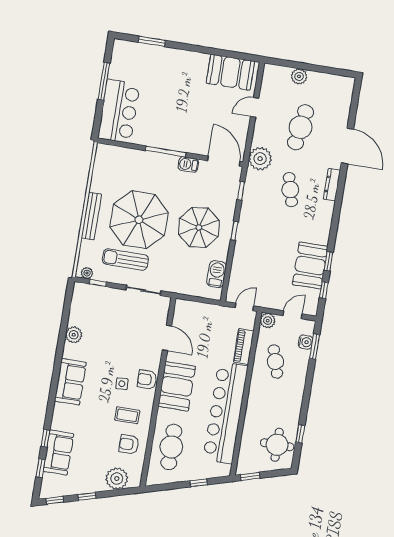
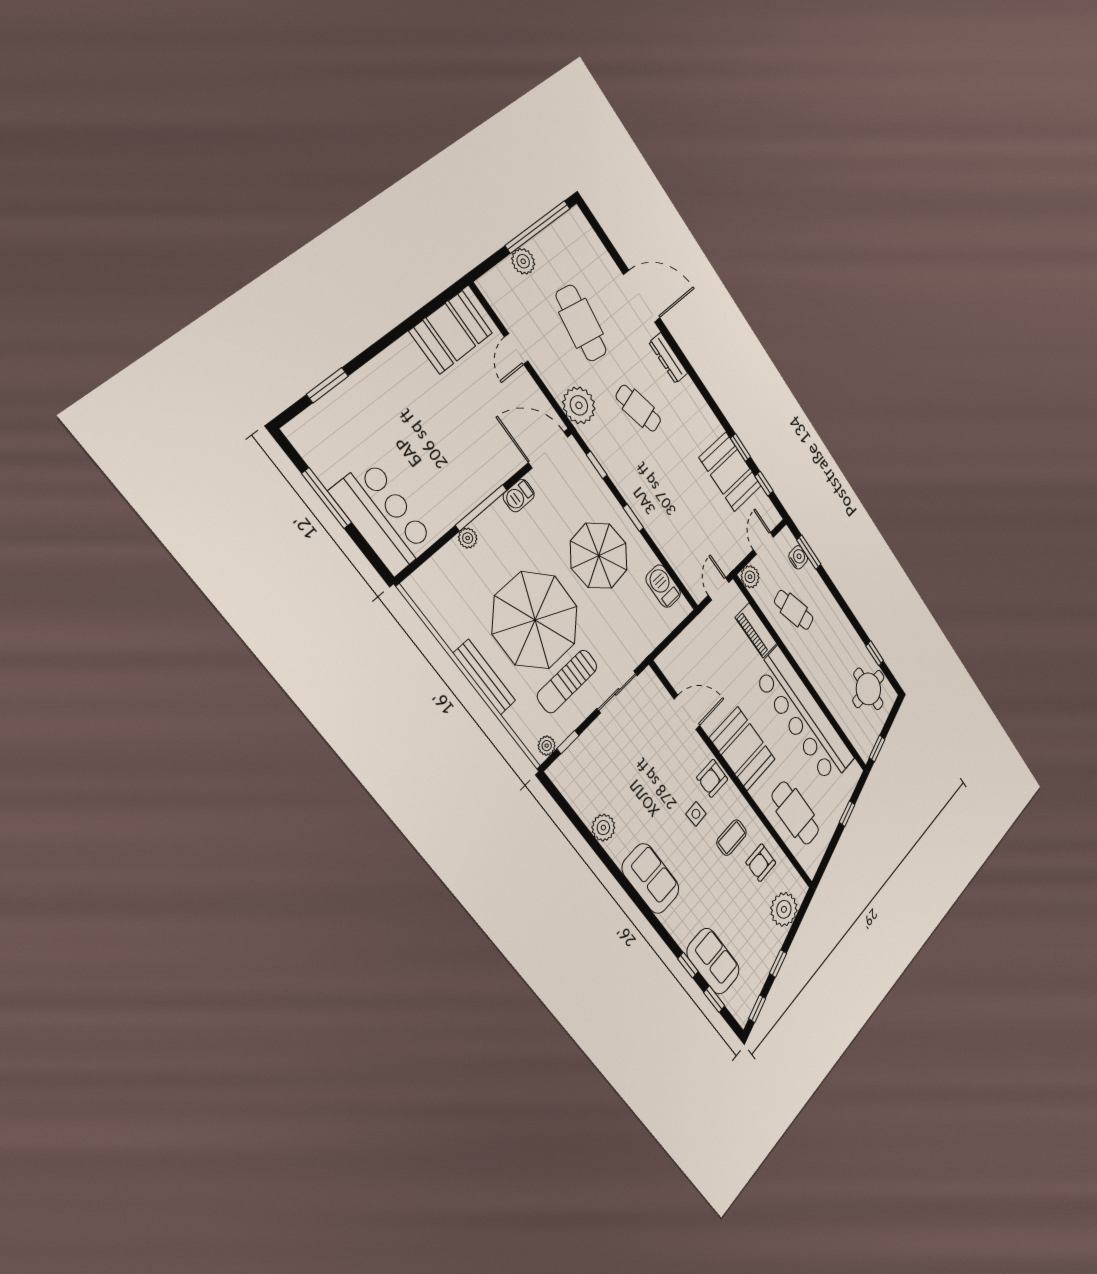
window: (323, 69) -> (538, 227), added
plant: (146, 157) -> (468, 538), added

